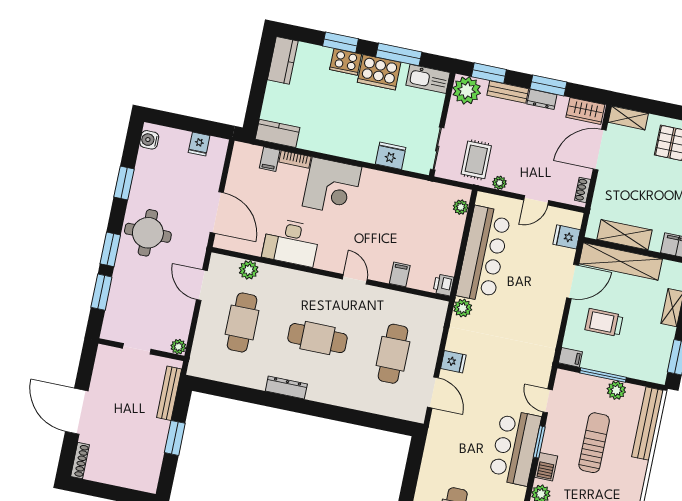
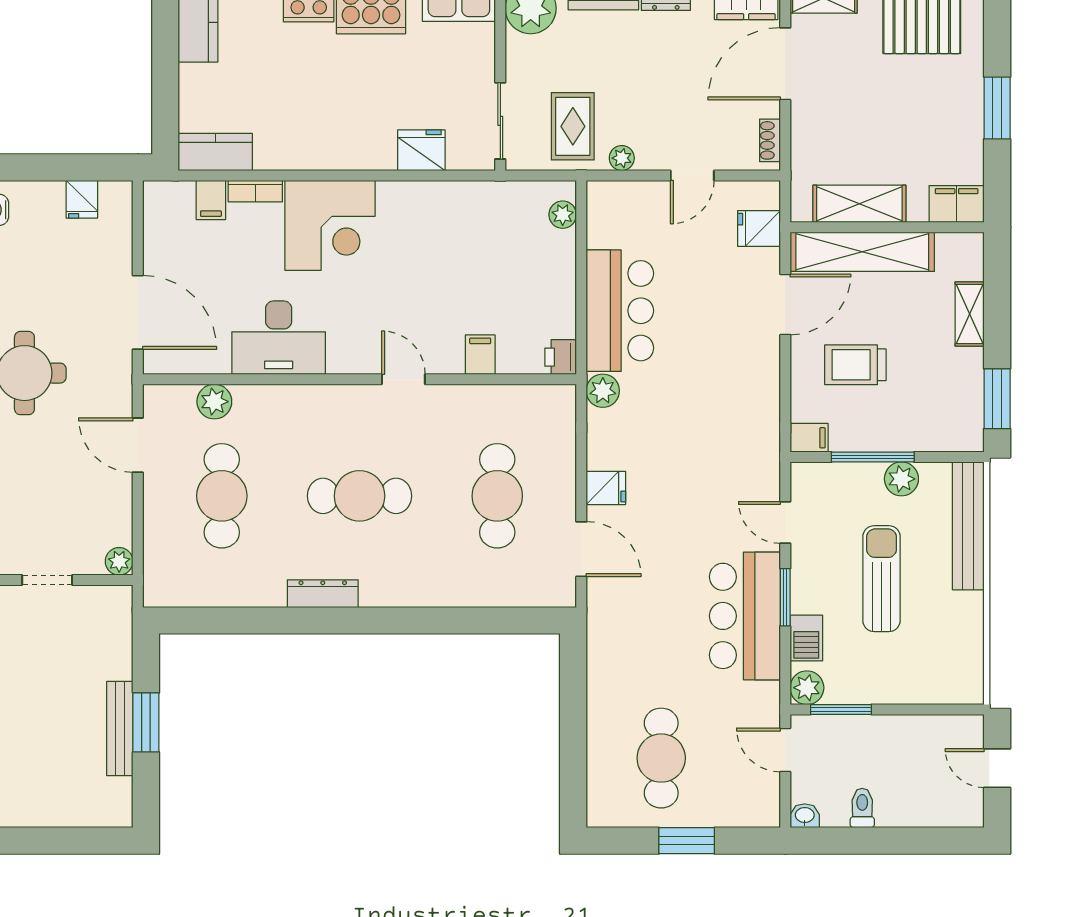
bar counter: (484, 254) -> (620, 311), width x0.73
bench: (169, 393) -> (120, 729), moved

